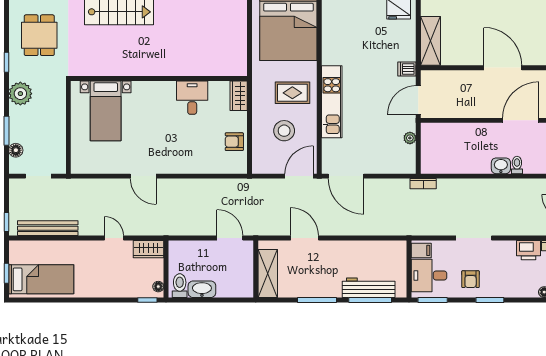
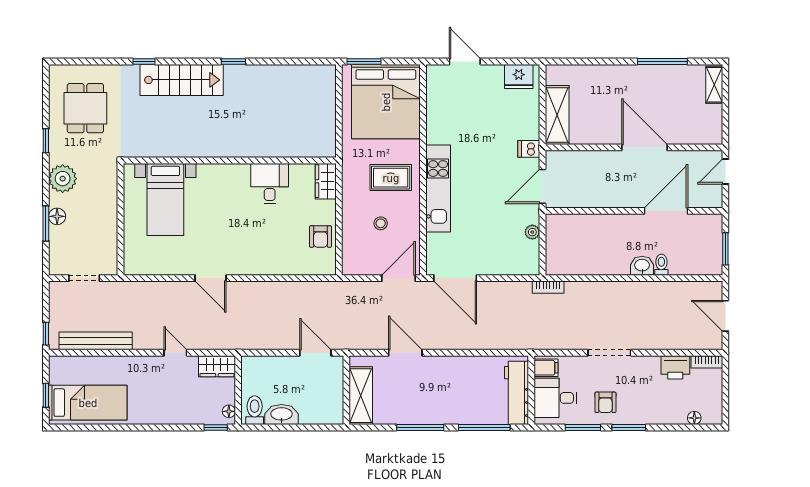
stool: (284, 131) -> (381, 223), width x0.53, depth x0.53
armchair: (234, 142) -> (321, 237), turned -90
floor lamp: (16, 150) -> (57, 216), moved
workbench: (369, 288) -> (517, 393), moved, turned -90
window: (433, 300) -> (583, 427), moved

